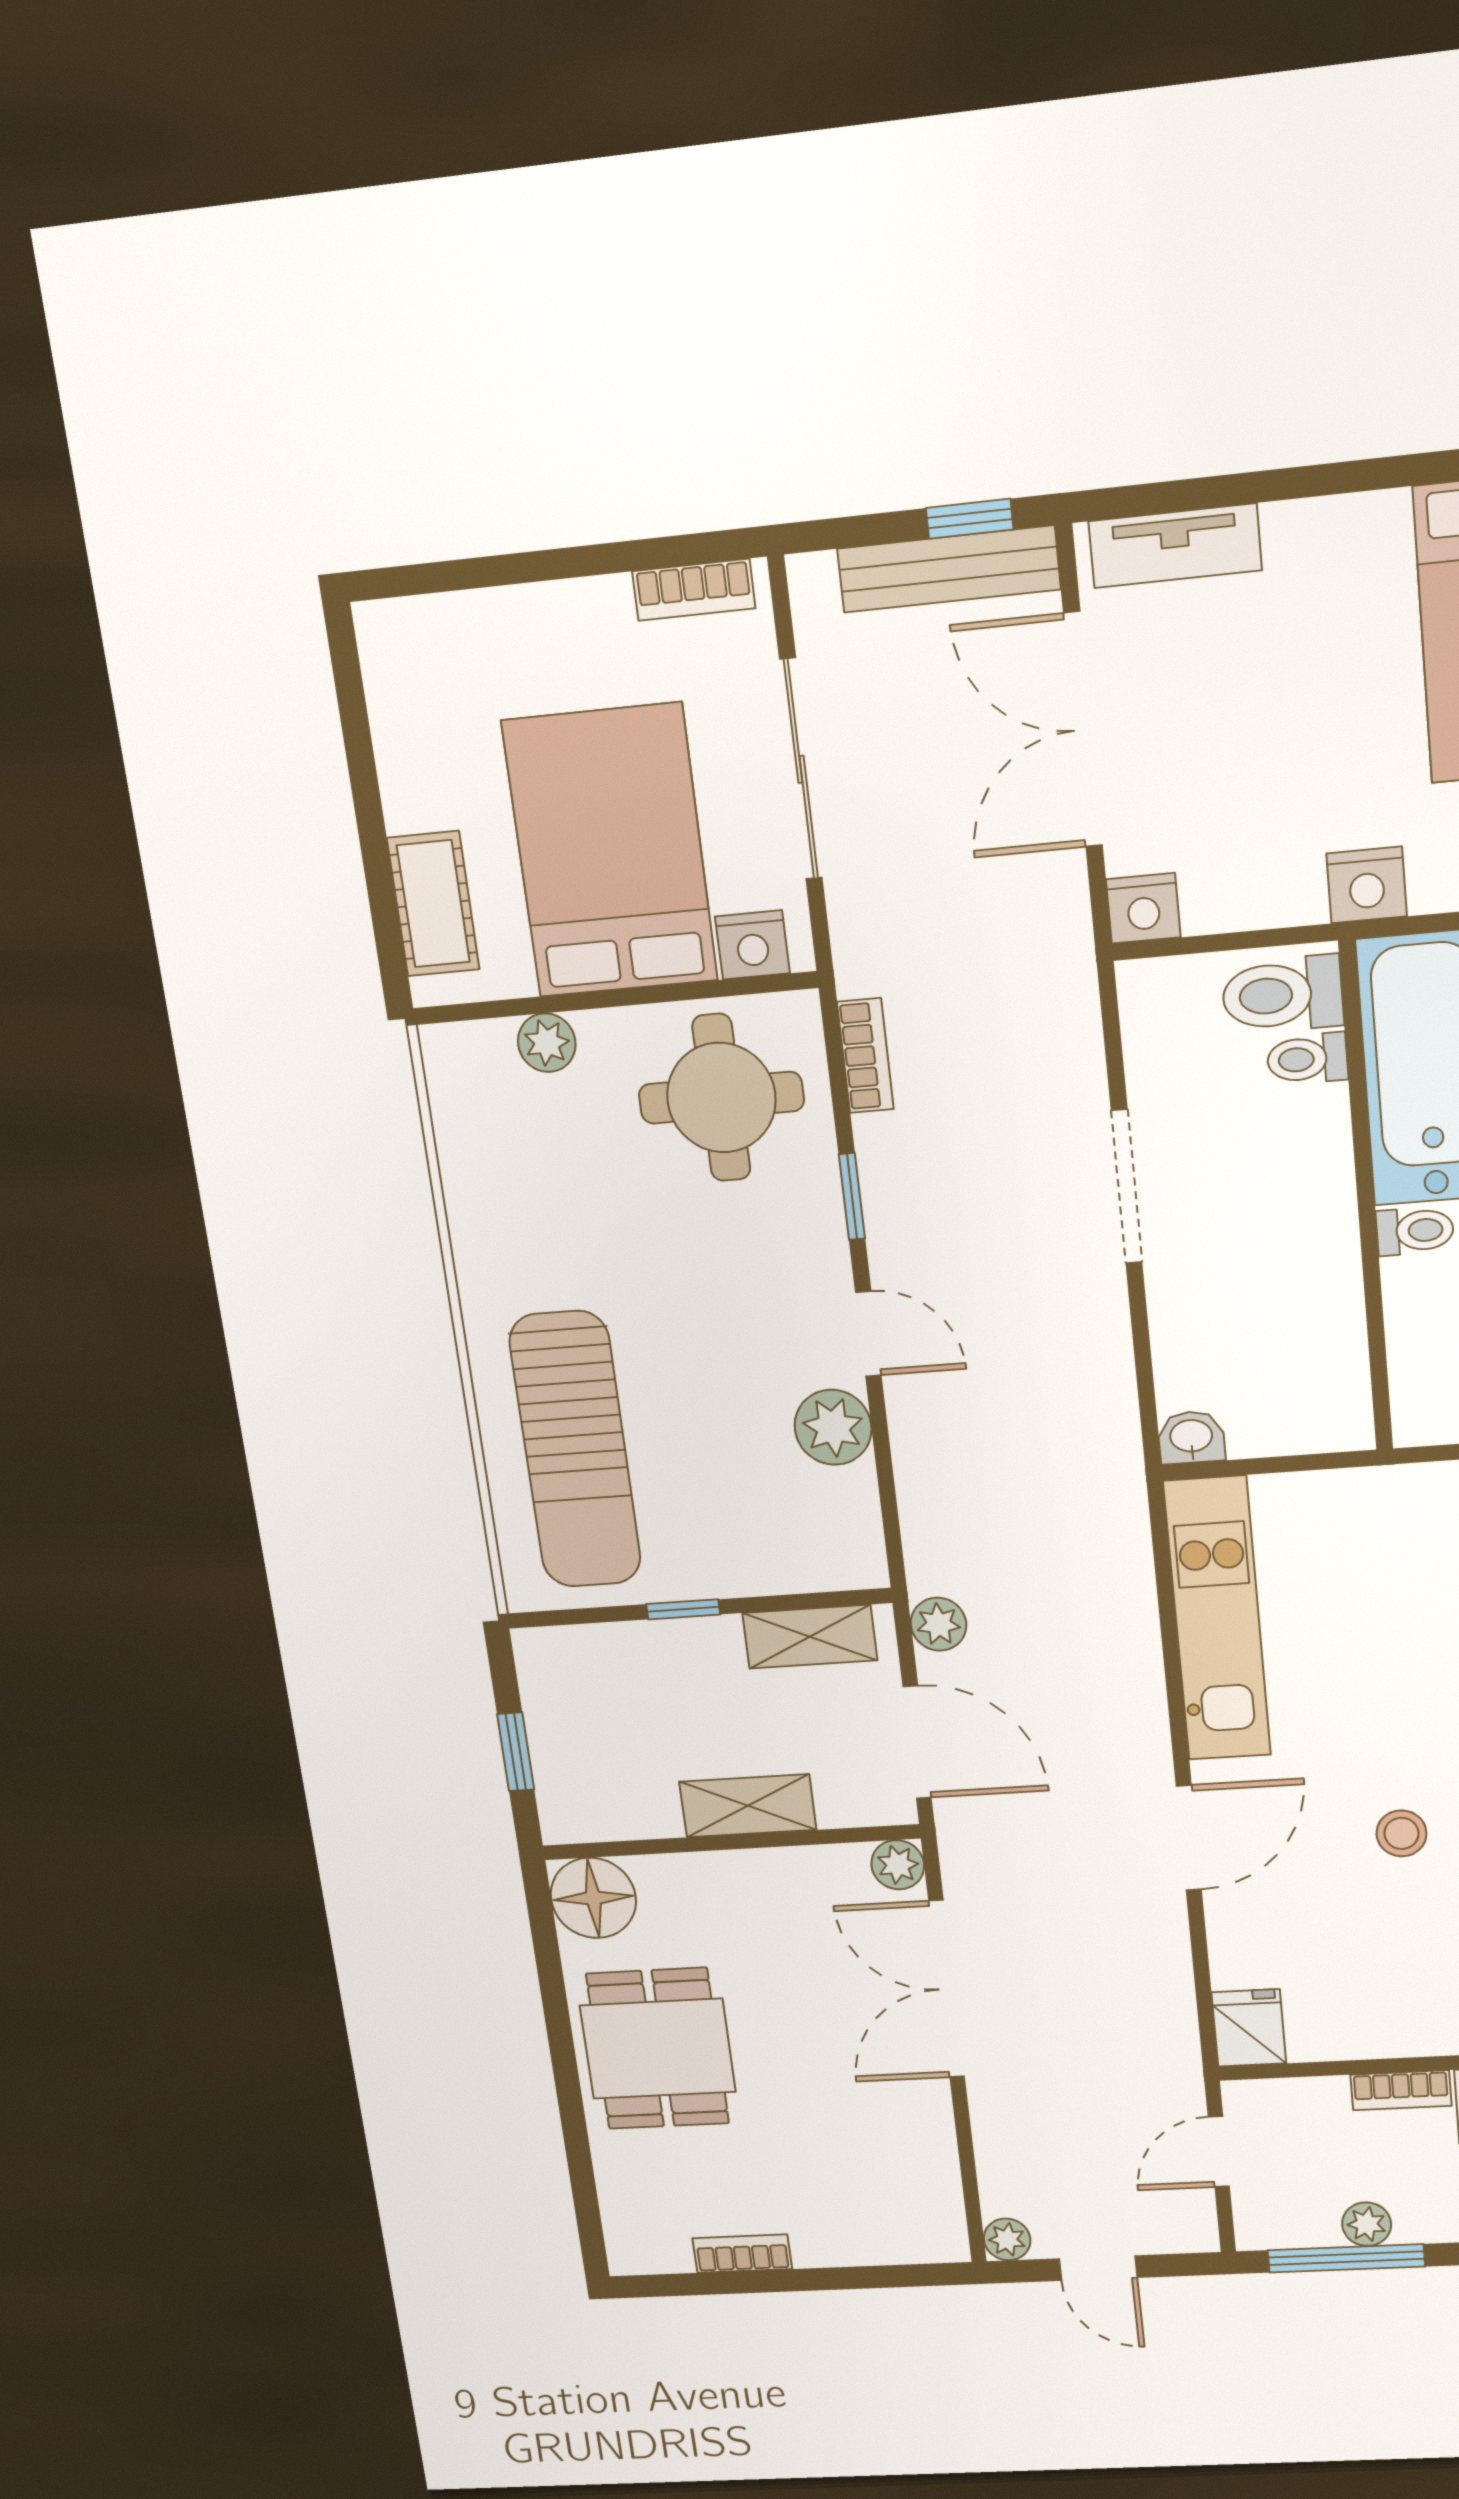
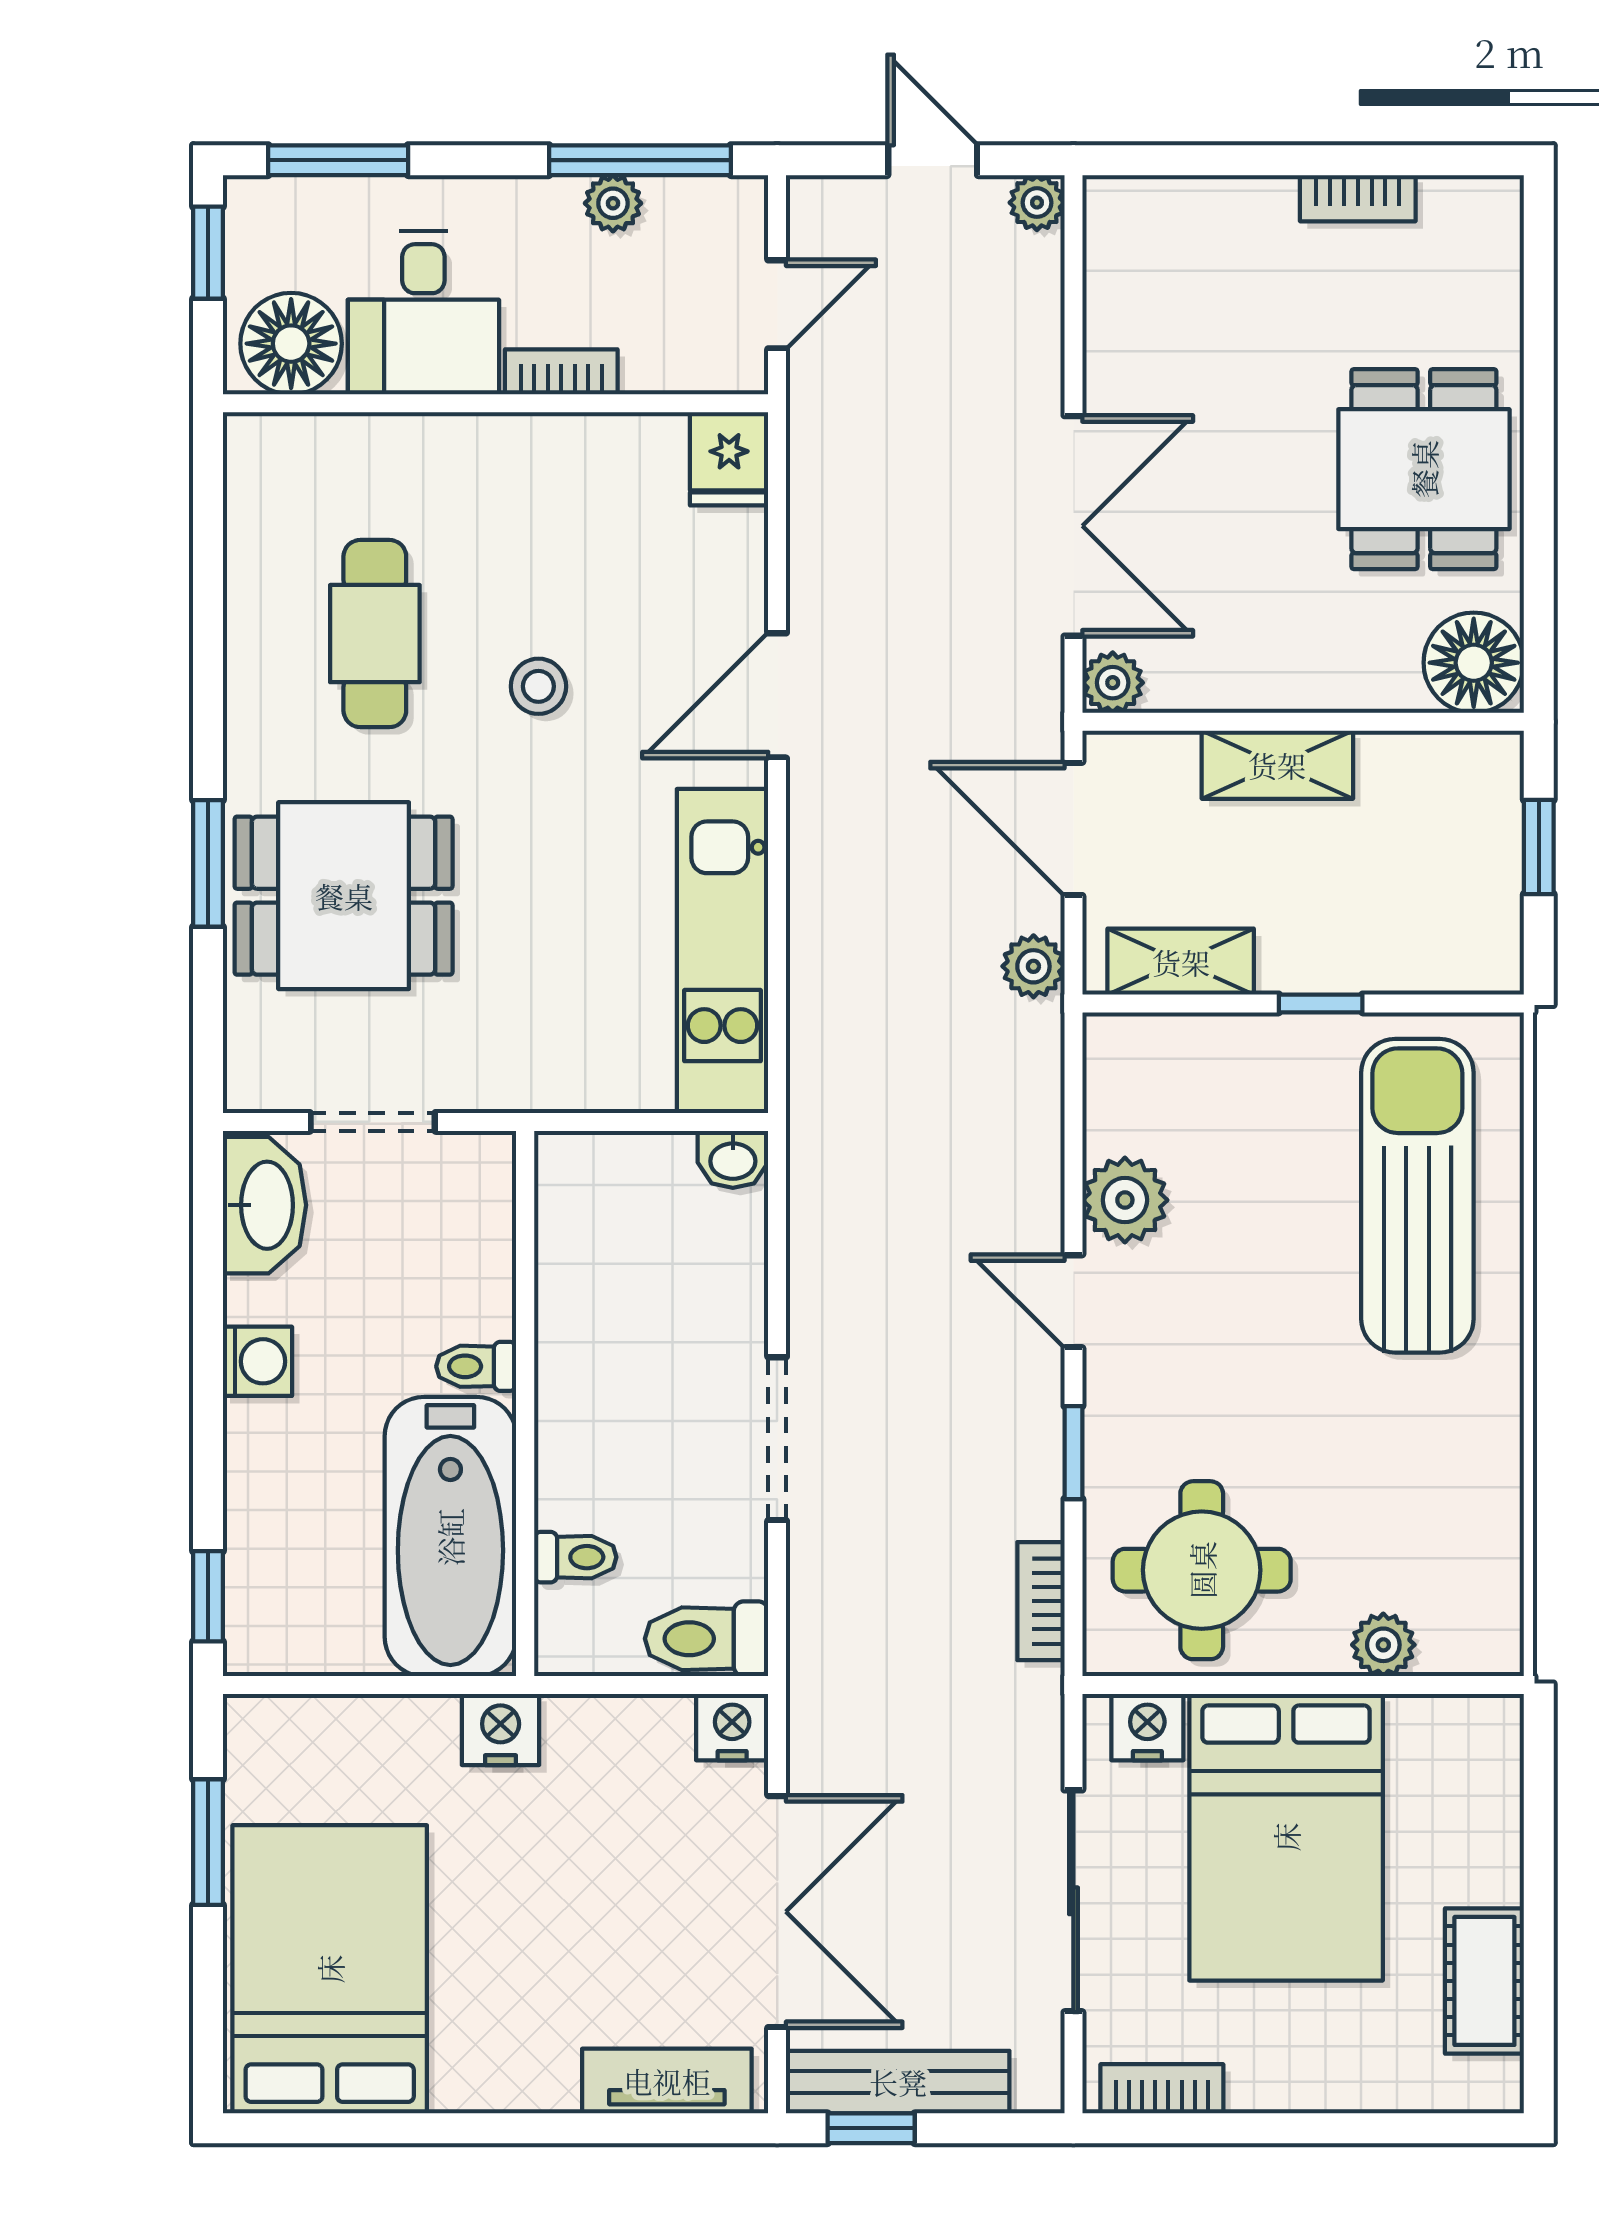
cot: (433, 904) -> (1484, 1981), moved
toilet: (1282, 995) -> (707, 1639), moved, turned 180

